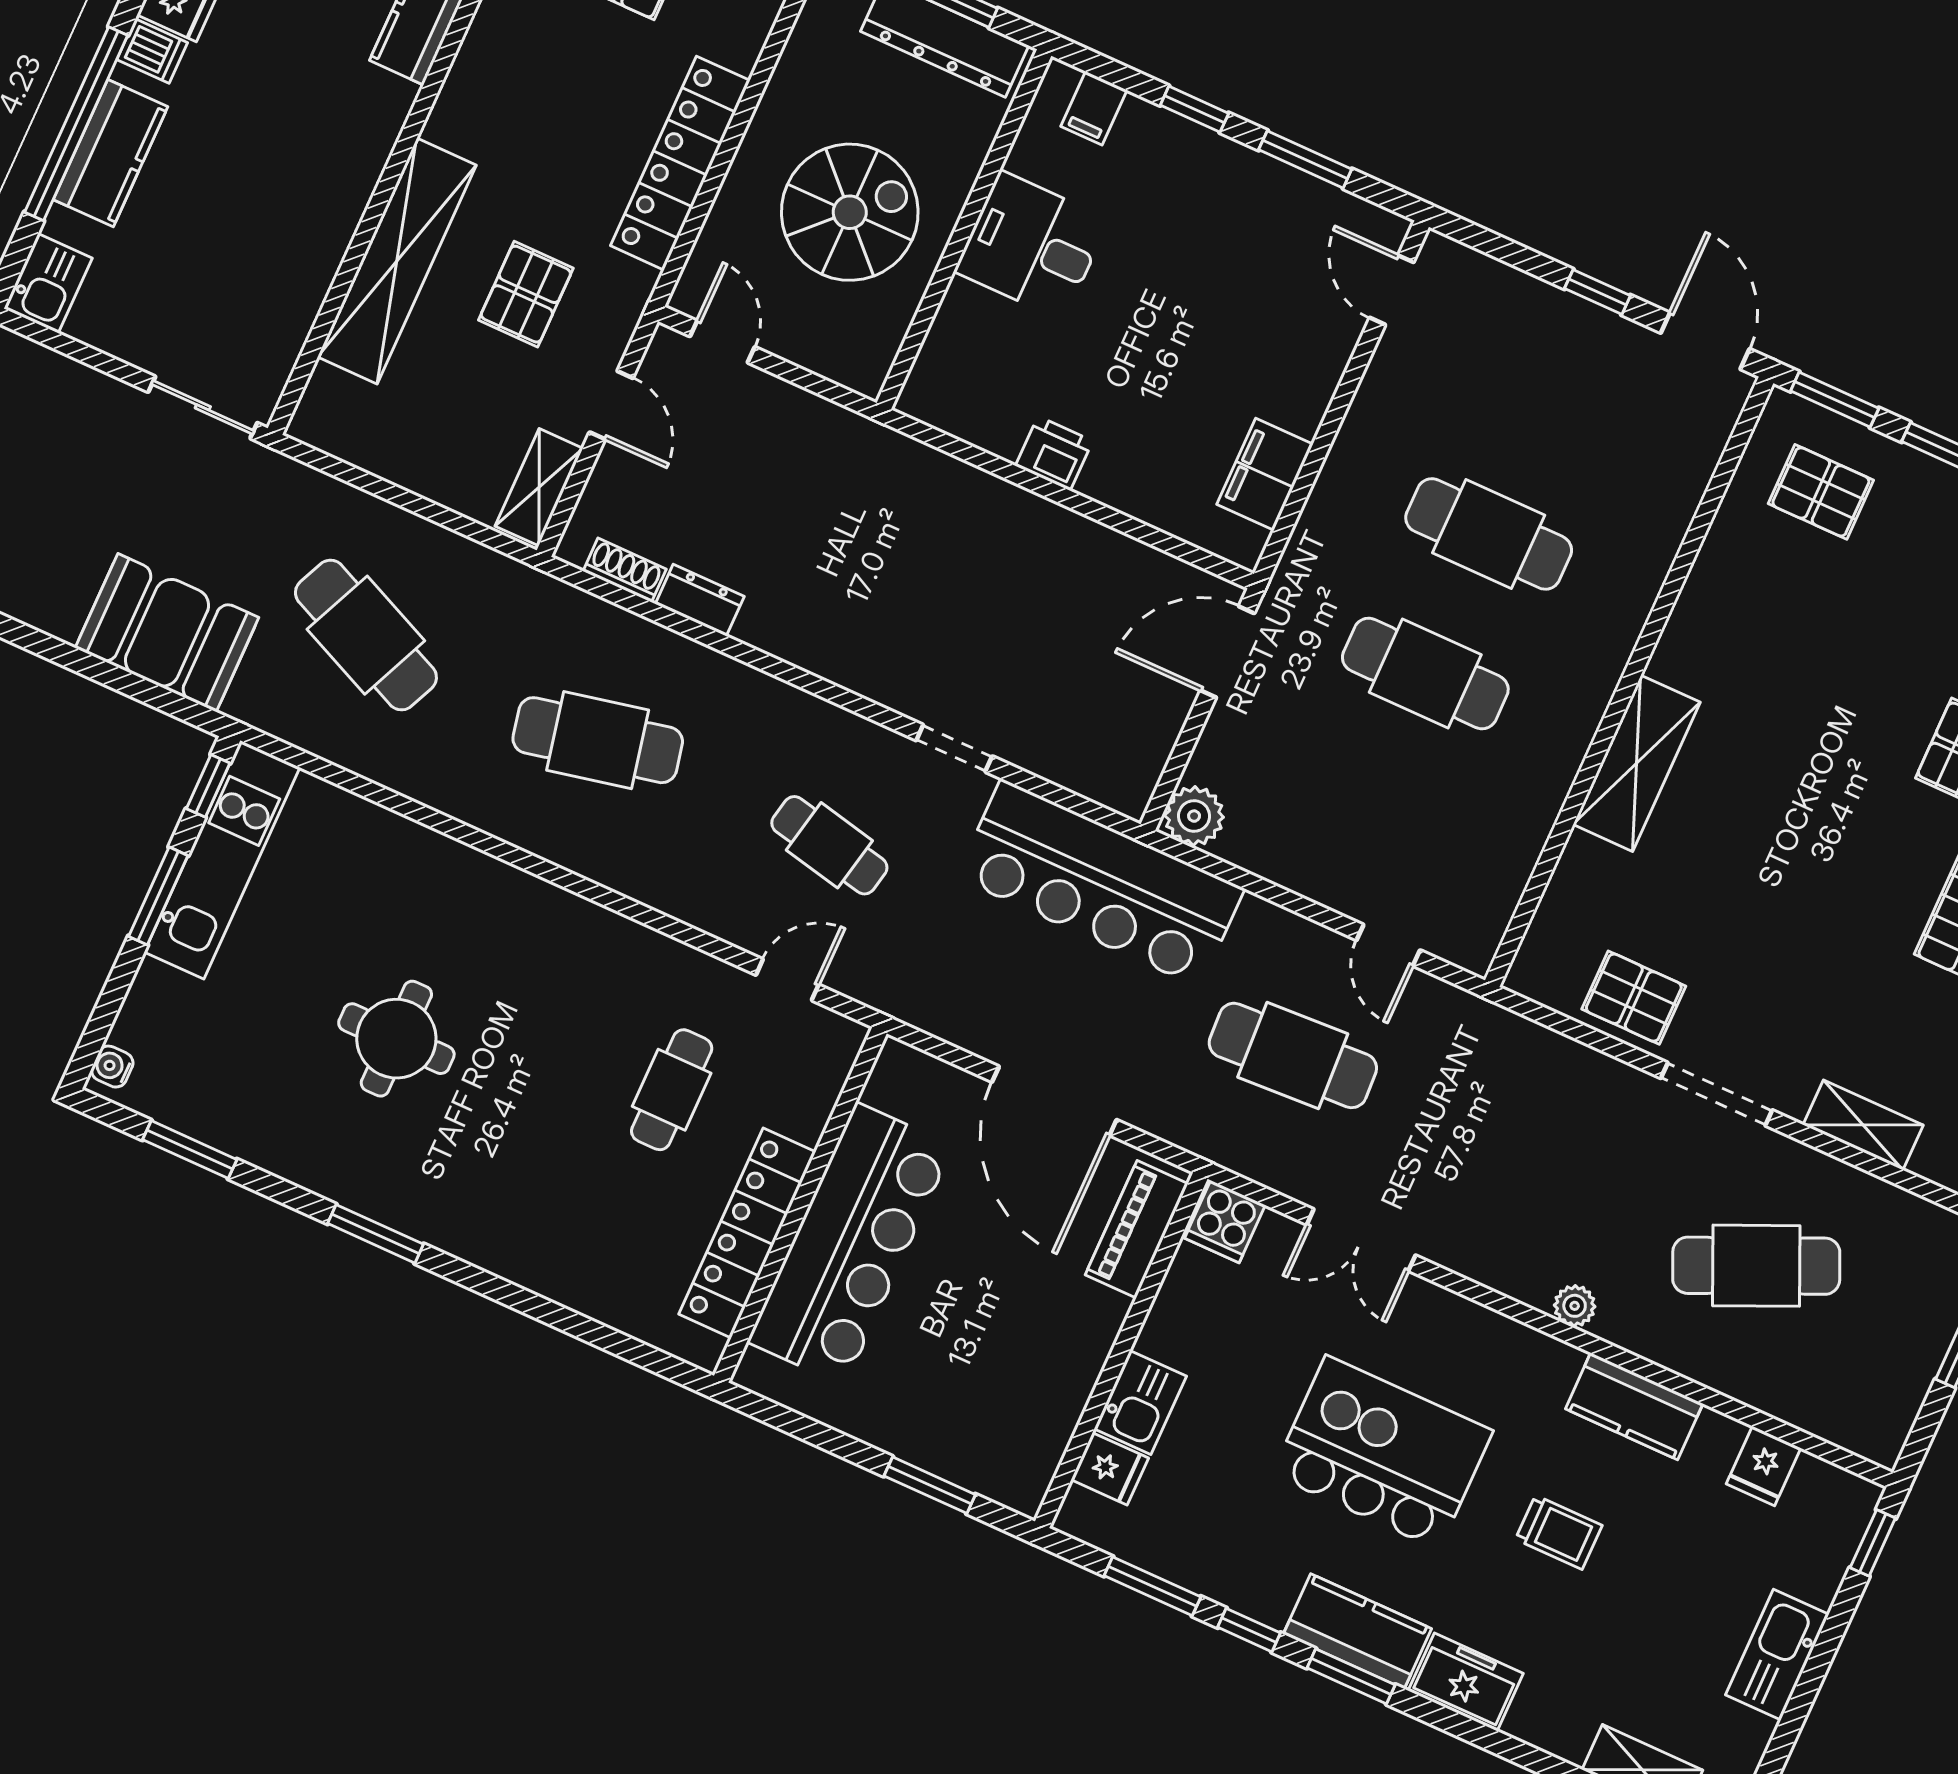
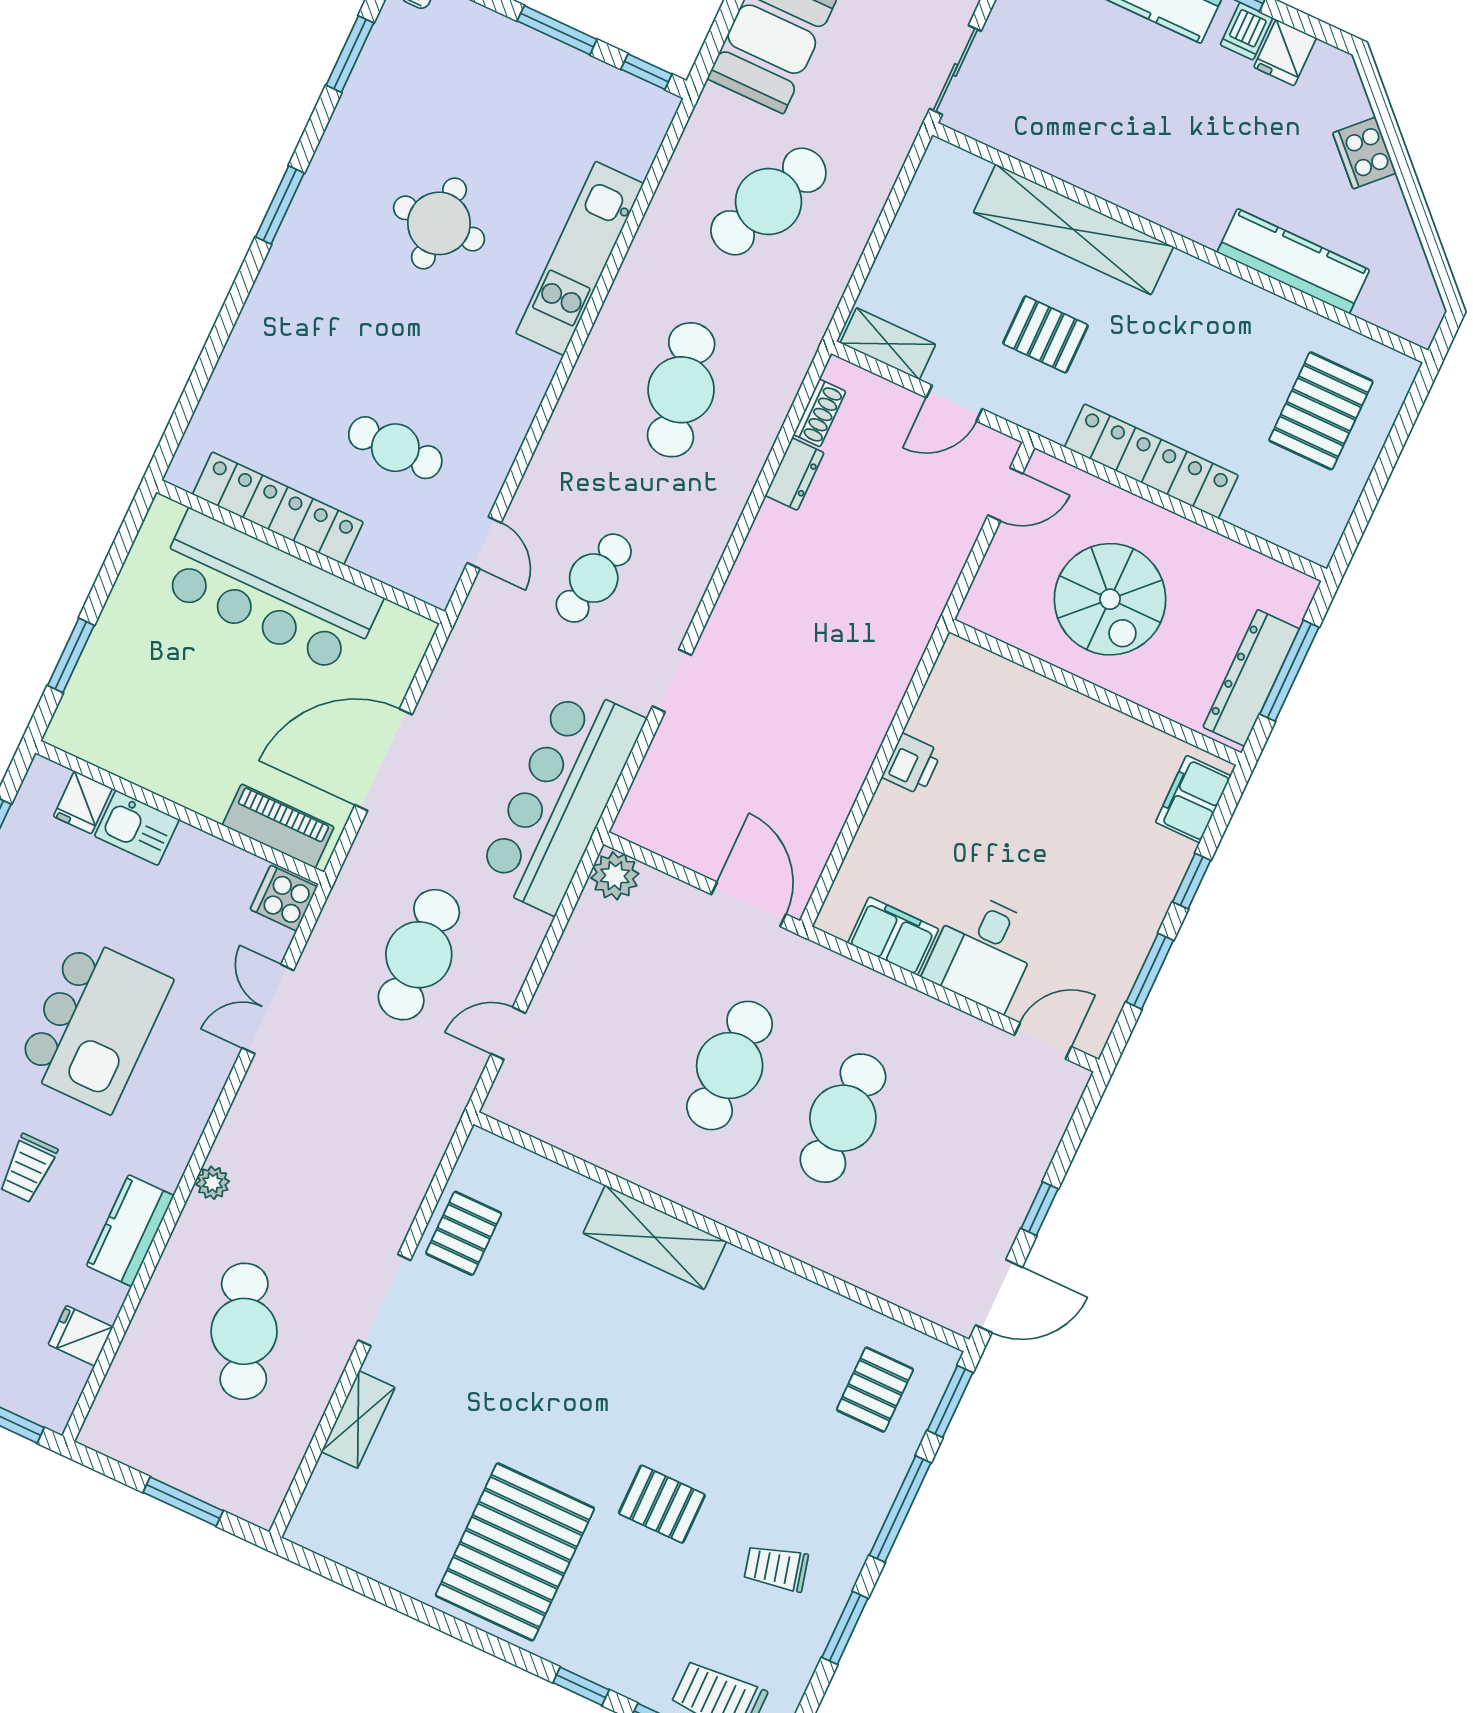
filing cabinet: (1094, 108) -> (1193, 799), width x2.00
desk: (1032, 245) -> (983, 951), moved, turned 180
kitchen unit: (222, 860) -> (580, 258), moved, turned 90

